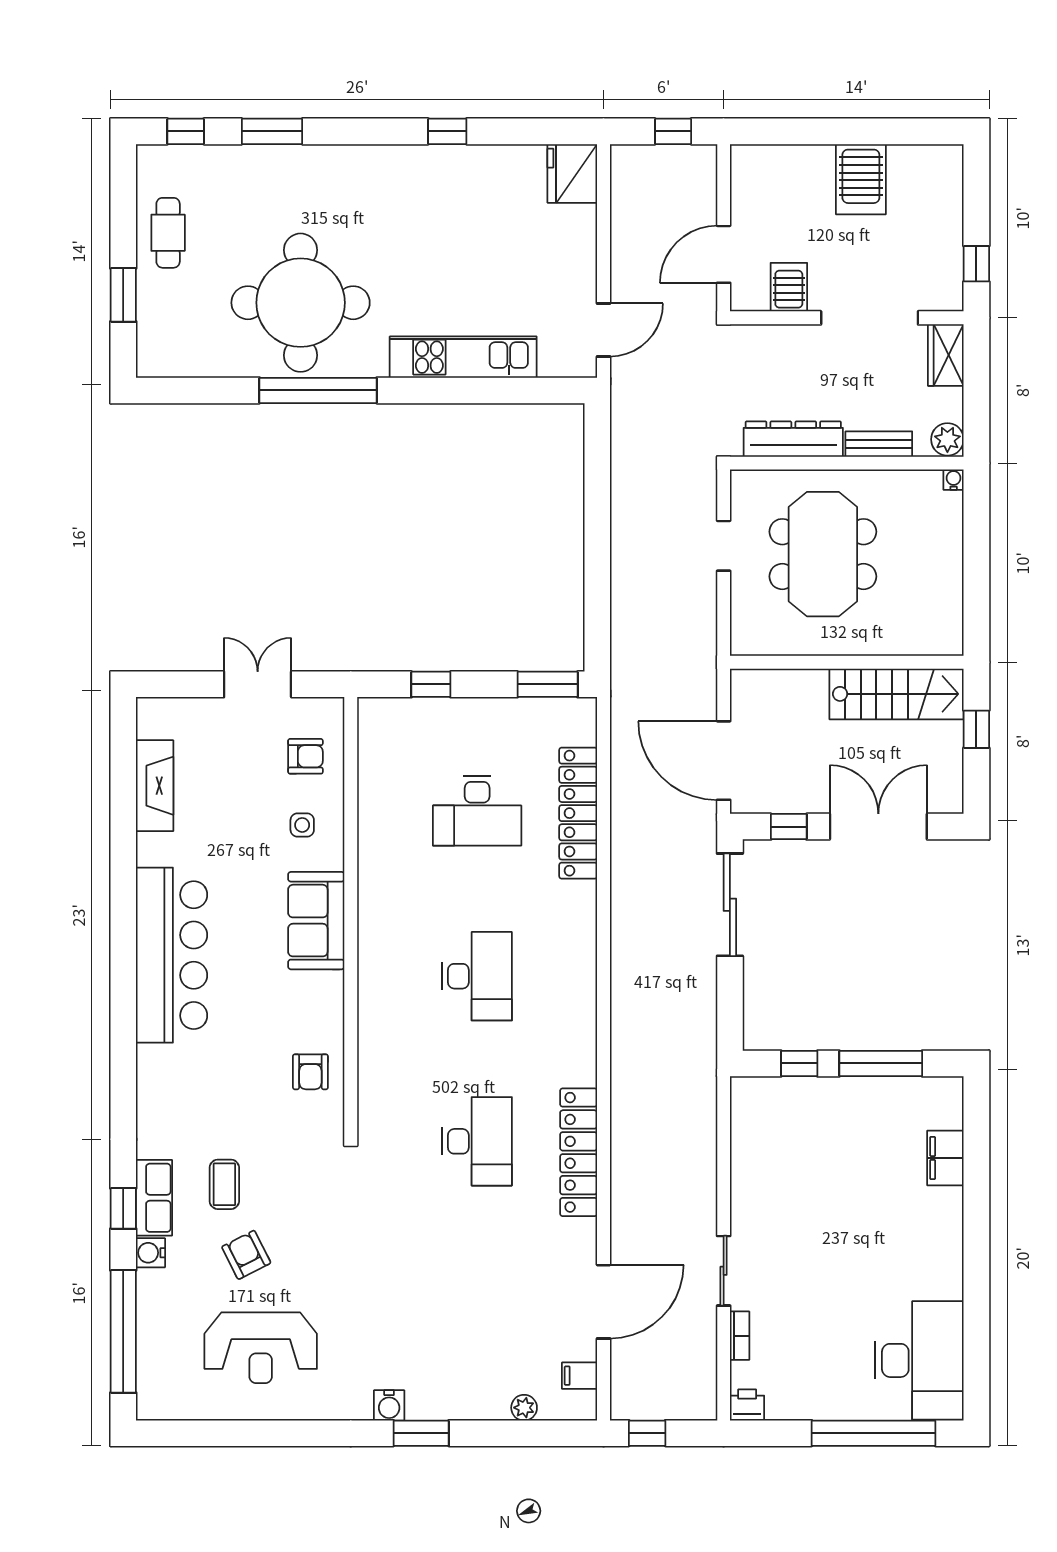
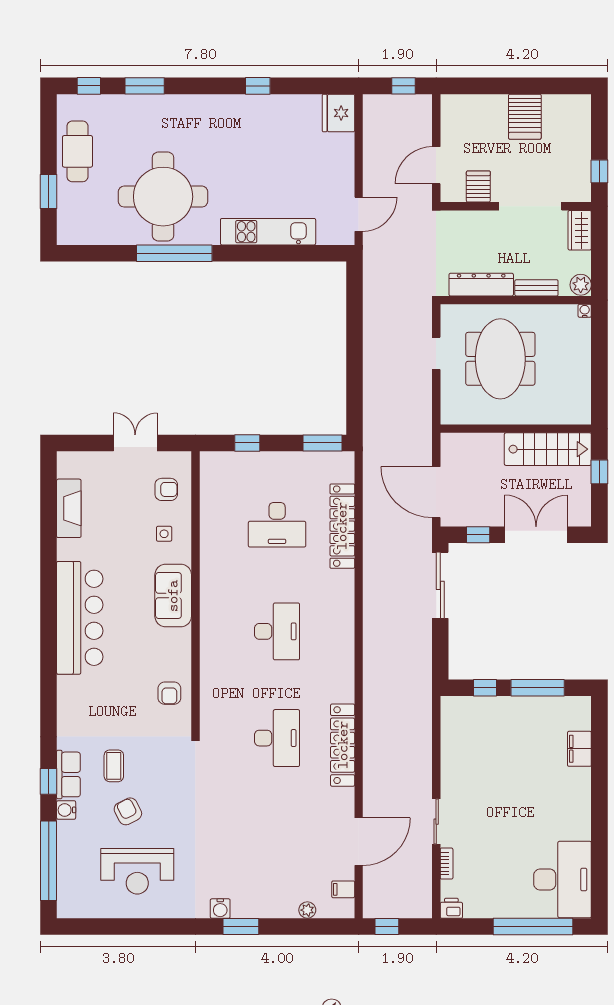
cafe table: (168, 233) -> (77, 151), width x1.37, depth x1.35

